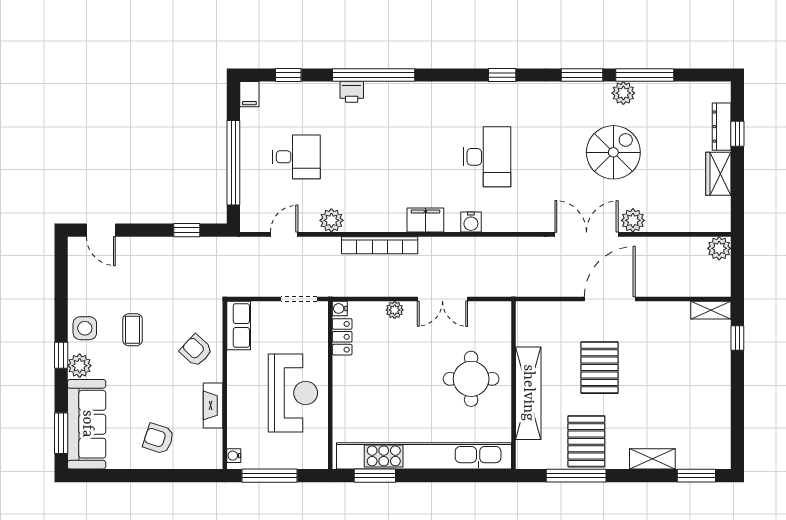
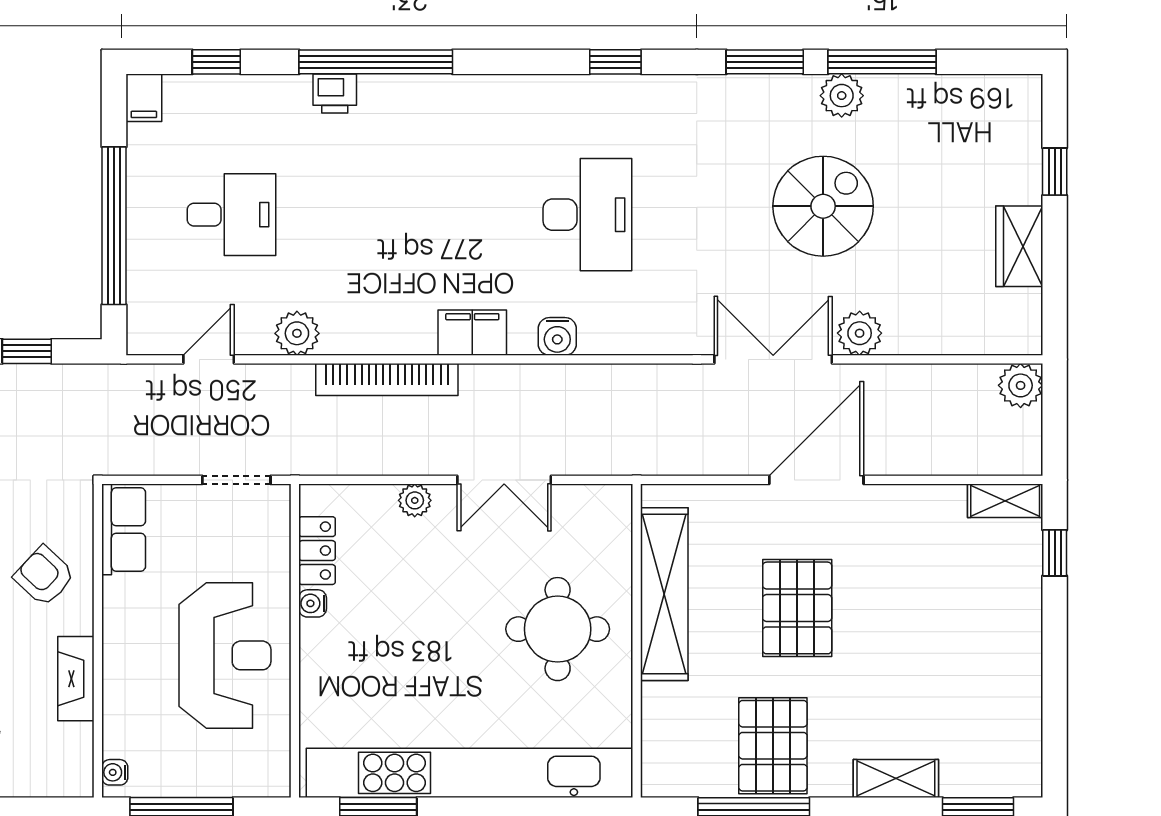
dresser: (722, 127) -> (1025, 158), removed
water cooler: (340, 308) -> (313, 603), moved
shelving: (528, 393) -> (664, 594), moved

